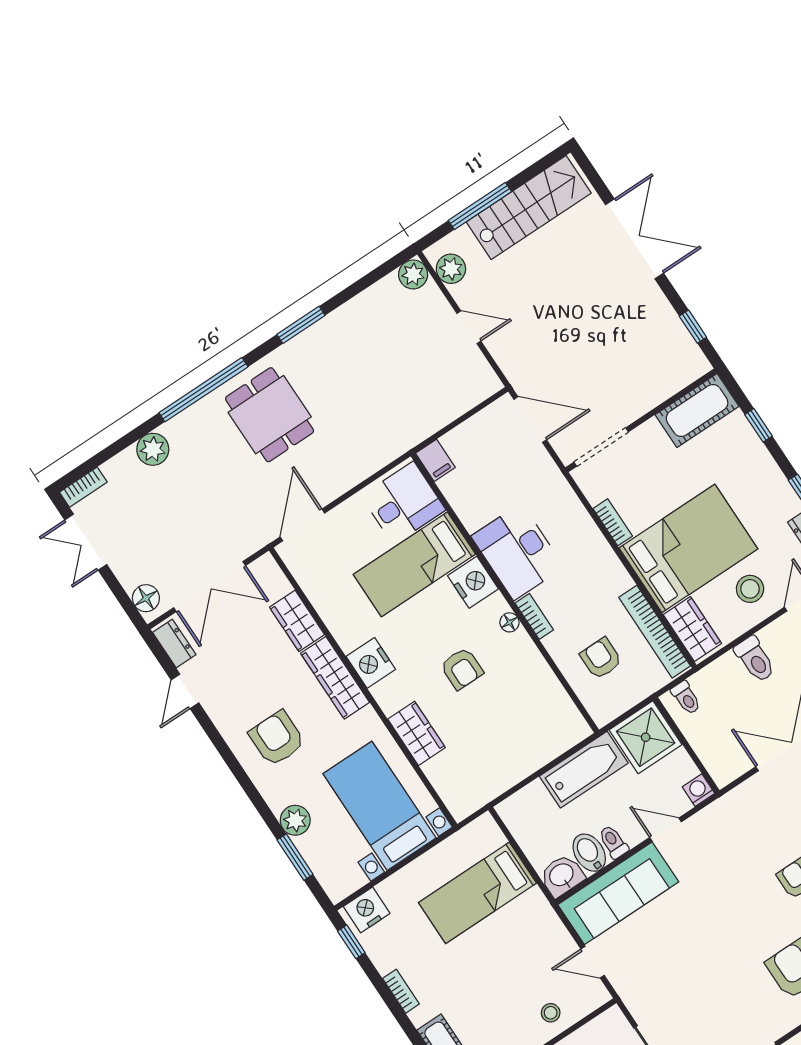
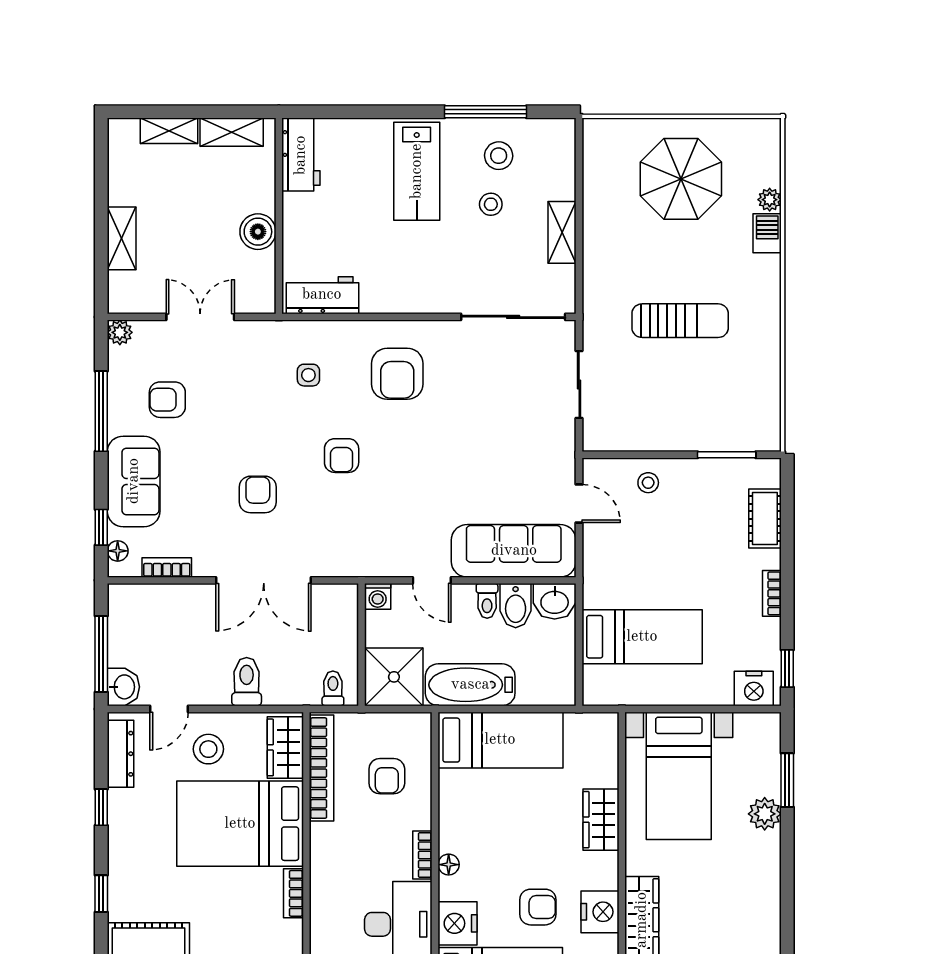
armchair: (462, 669) -> (538, 907), moved, turned 90
armchair: (277, 738) -> (732, 900), removed
bed: (533, 743) -> (500, 740), added

